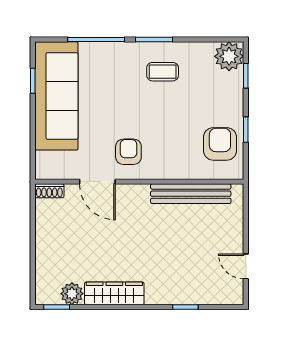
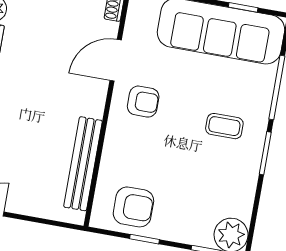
coffee table: (163, 72) -> (224, 126), moved, turned 90

